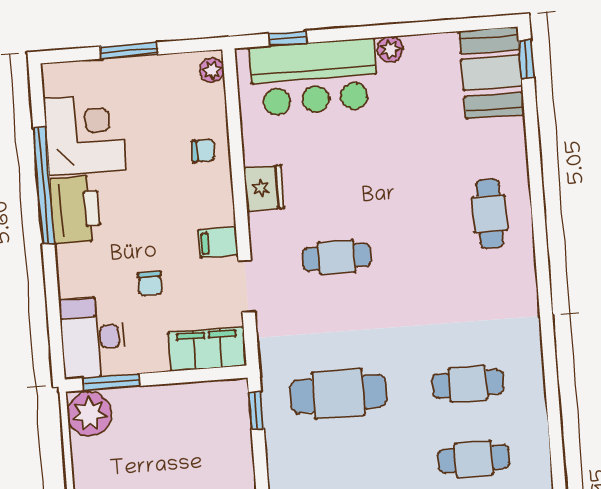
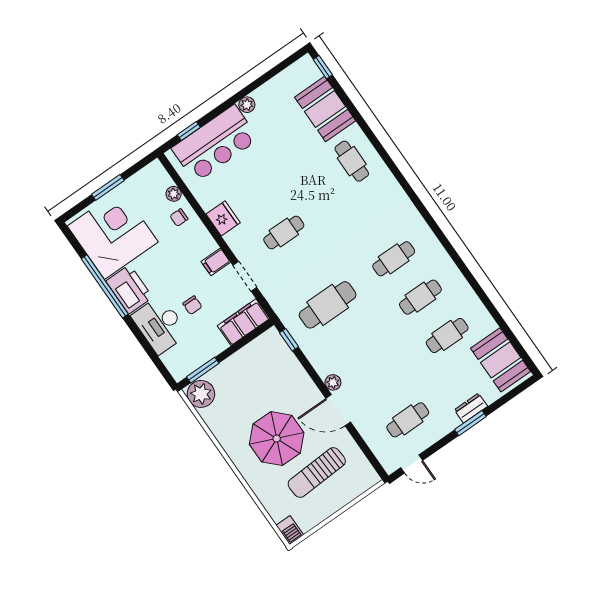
plant: (212, 70) -> (174, 194), moved
booth: (492, 73) -> (325, 109), moved
corner desk: (85, 134) -> (113, 234), width x1.36, depth x1.36
chair: (203, 151) -> (179, 218), turned 180
desk: (93, 337) -> (160, 325), moved

